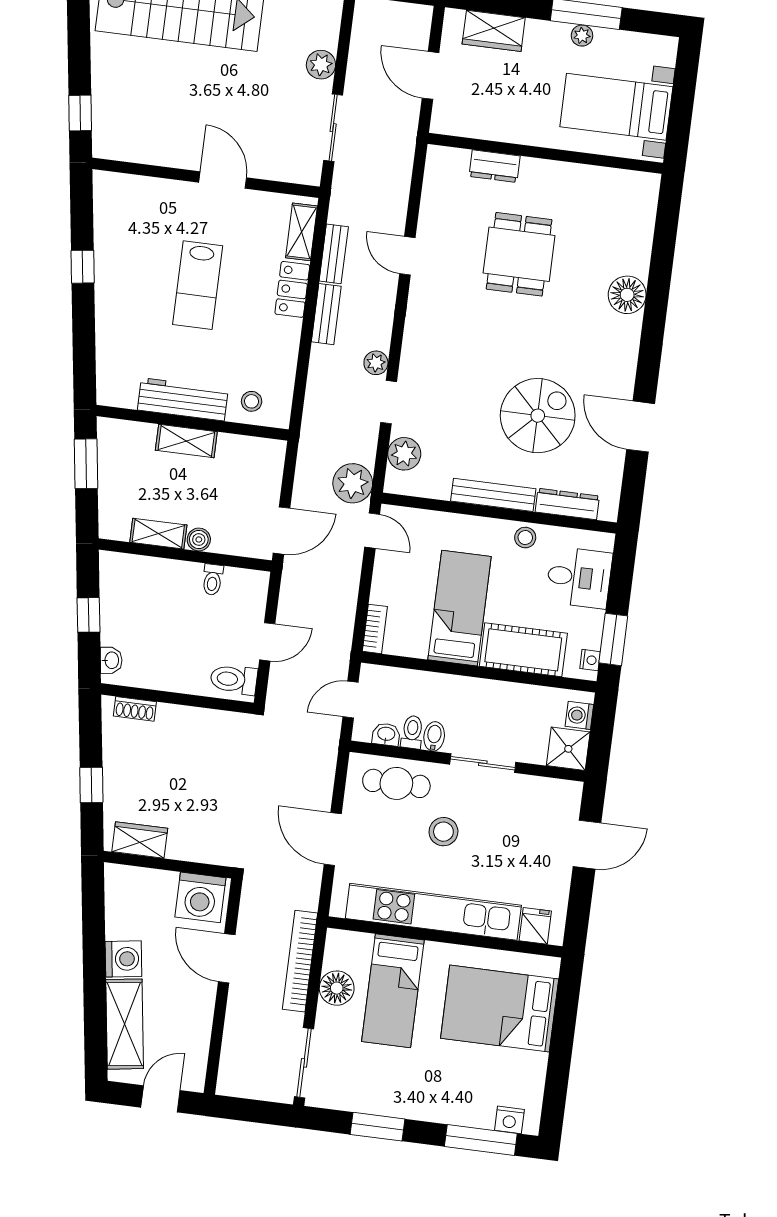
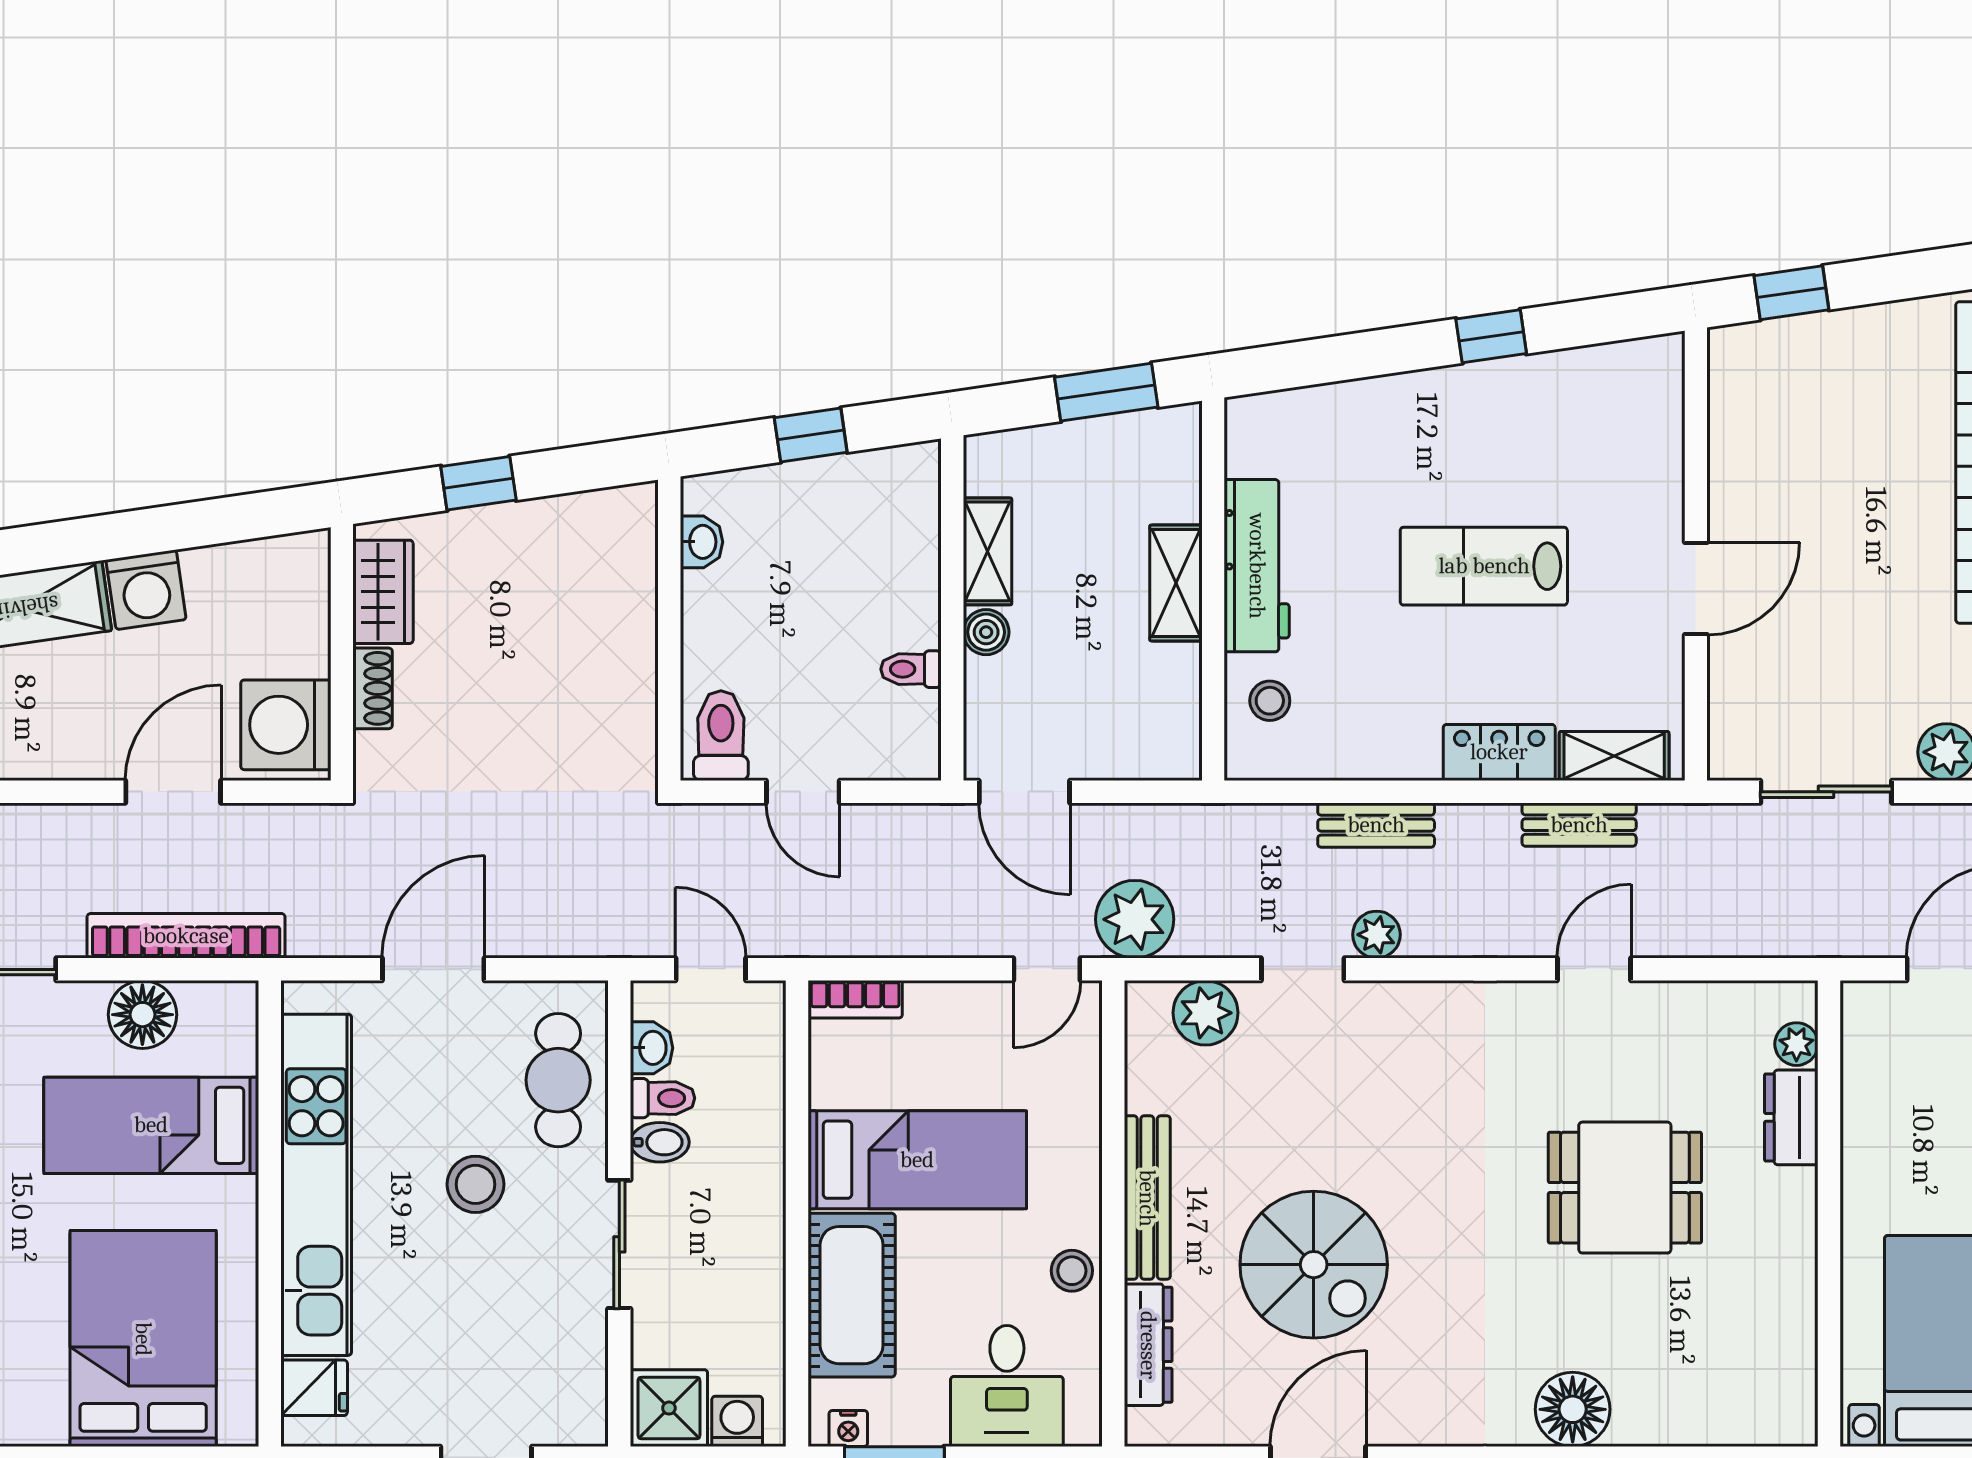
plant: (458, 159) -> (1796, 1044), added
bench: (326, 314) -> (1376, 825), moved
washbasin: (111, 660) -> (701, 542), moved, turned -82
shoe rack: (135, 709) -> (373, 688), moved, turned 180

